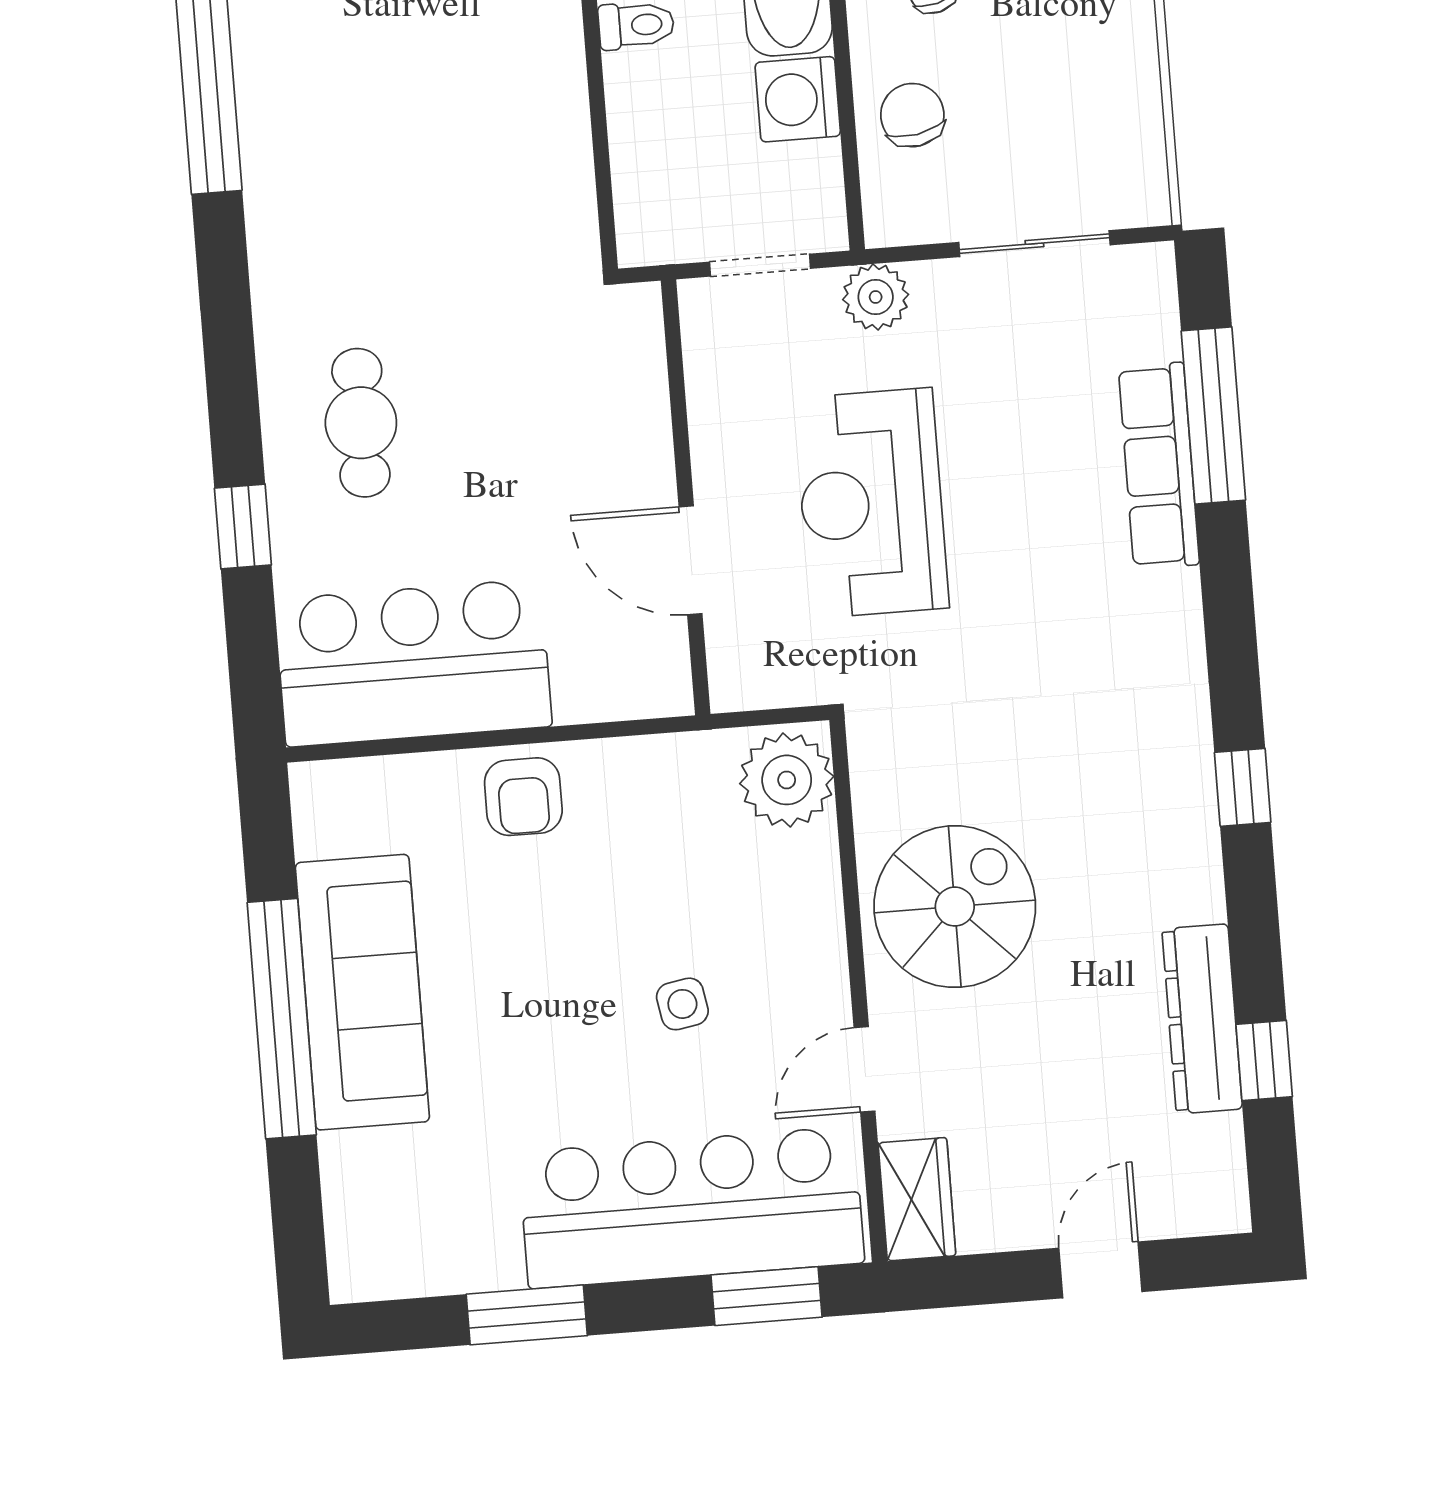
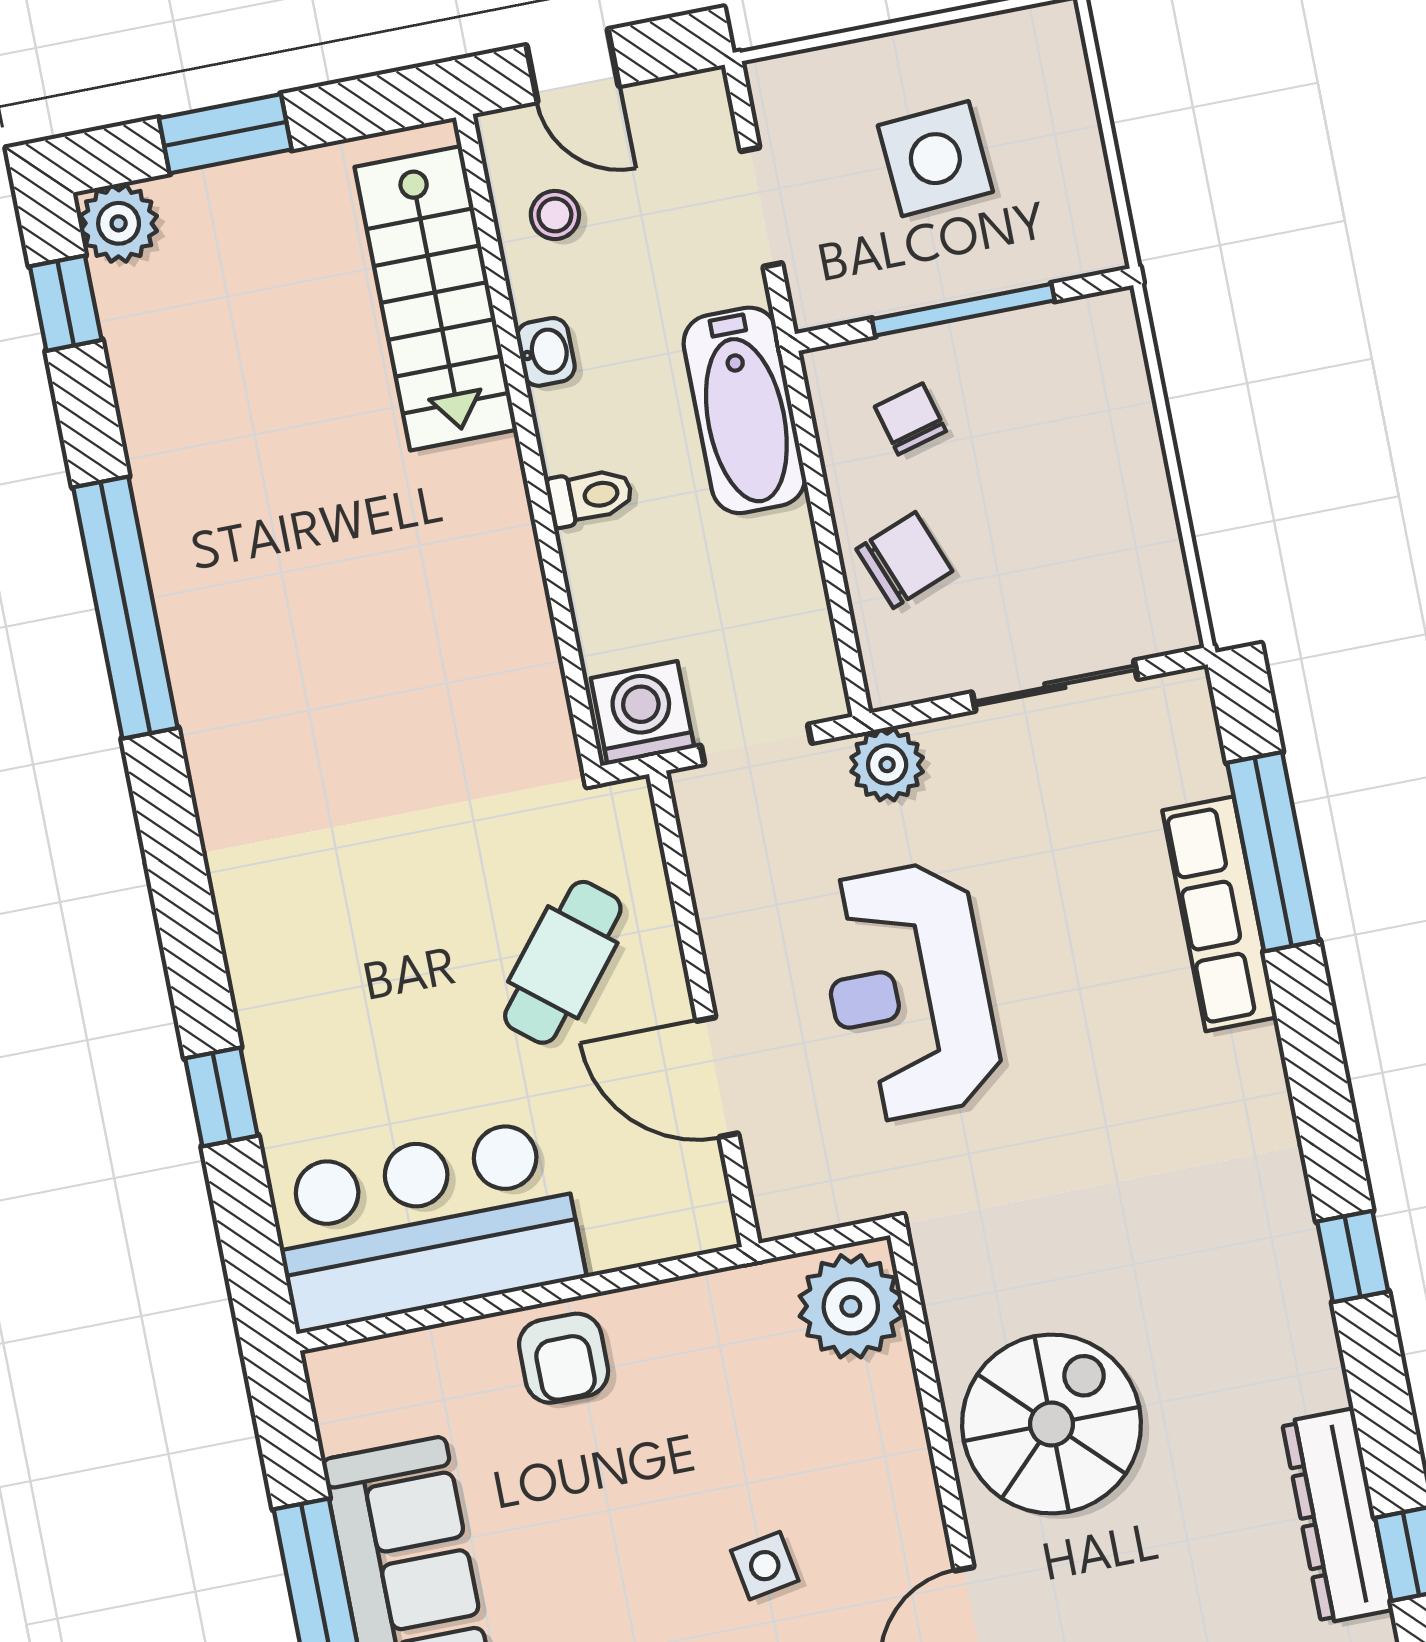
washing machine: (798, 99) -> (643, 713), moved, turned 90
chair: (912, 115) -> (904, 560), turned 79
cafe table: (361, 423) -> (563, 962), moved, turned 39

